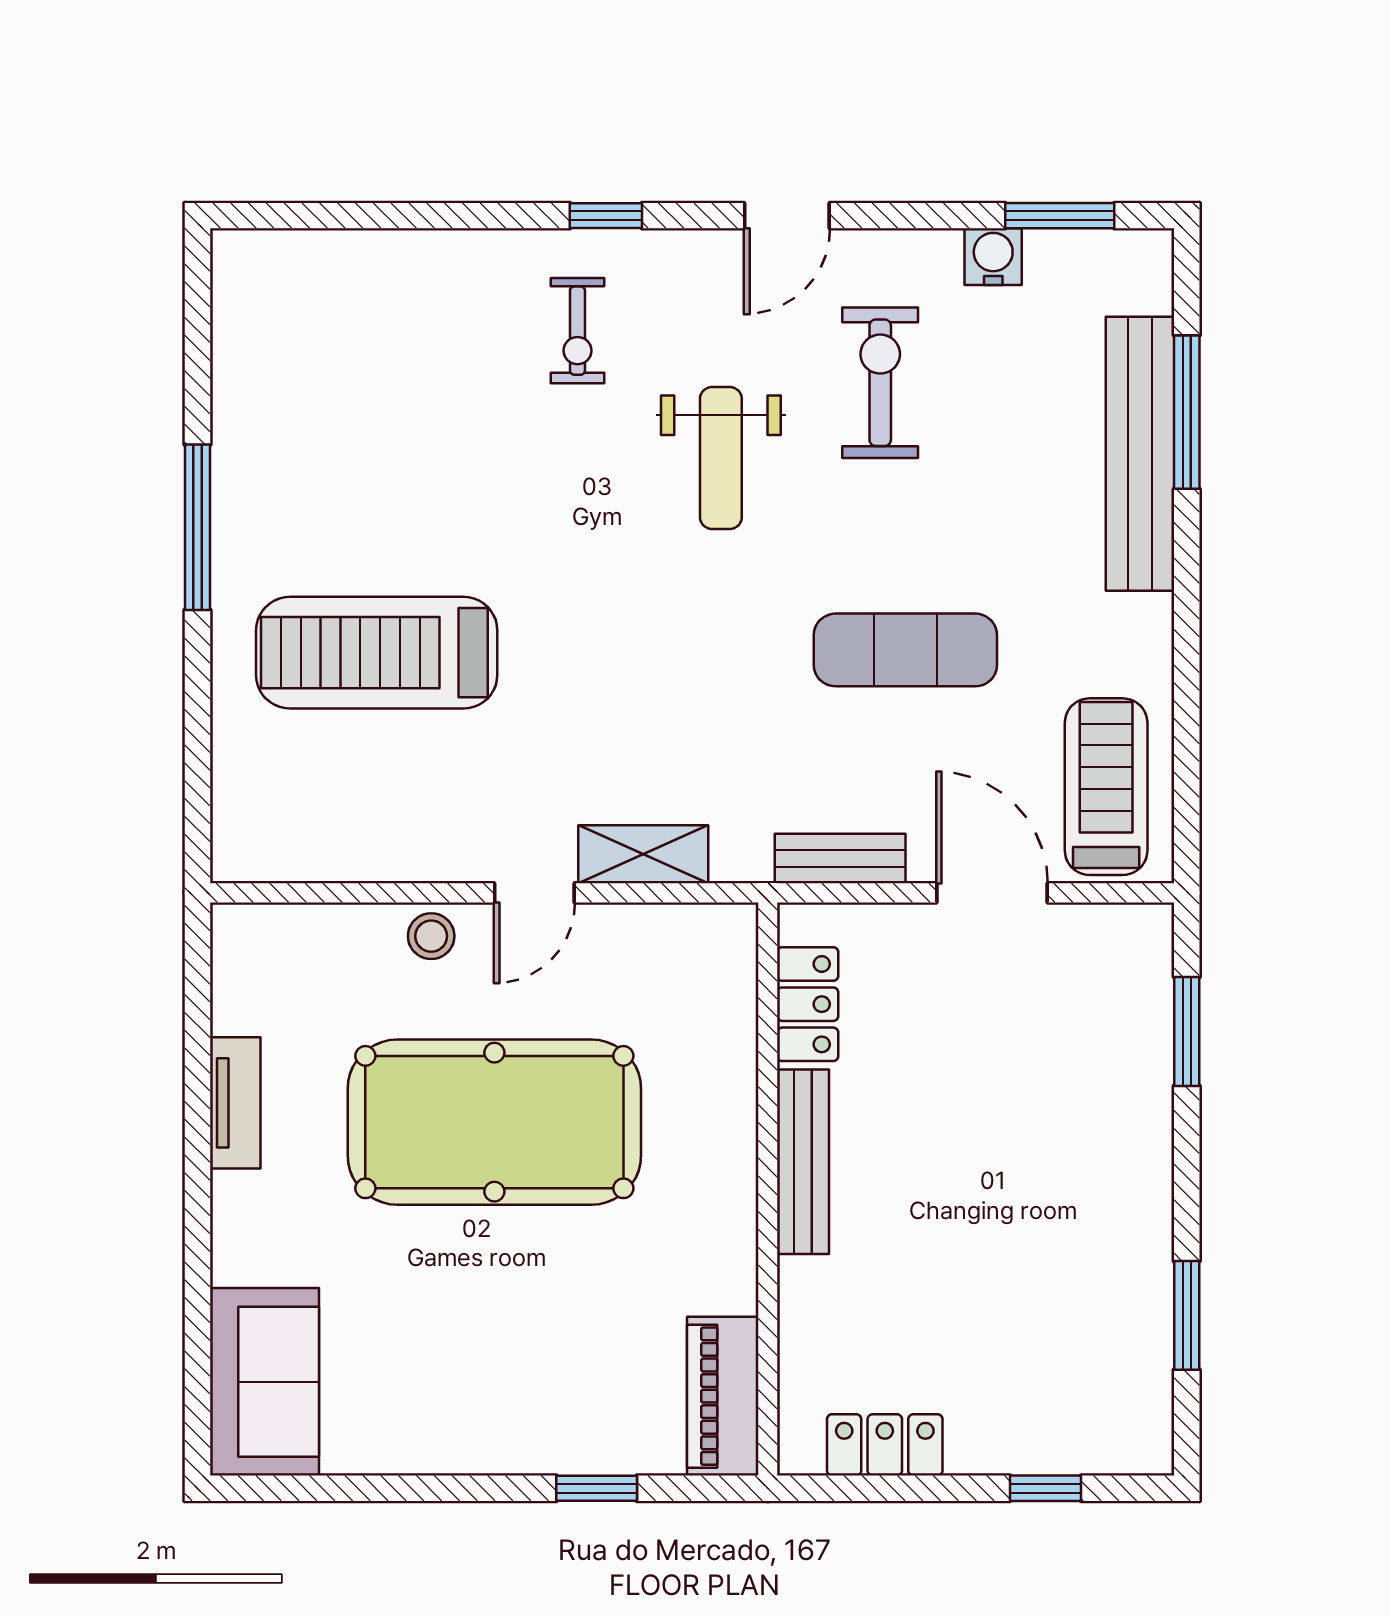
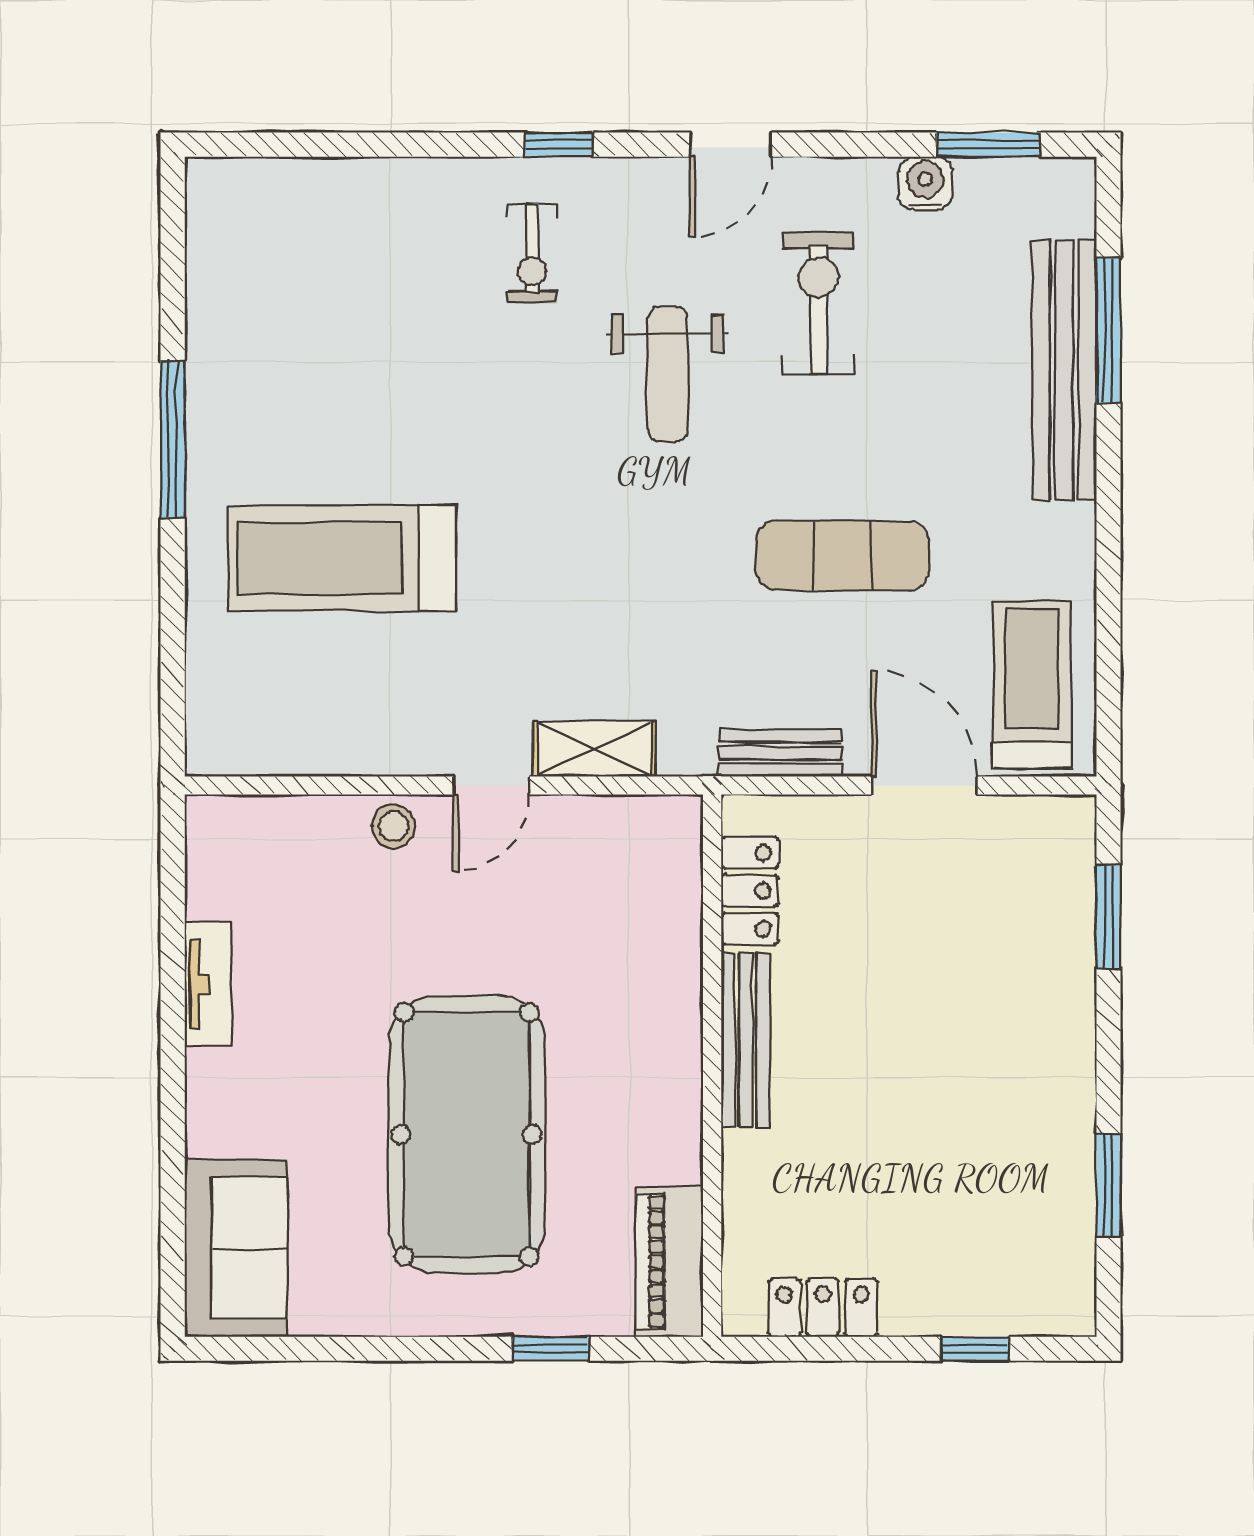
pool table: (494, 1122) -> (467, 1134), moved, turned 90

